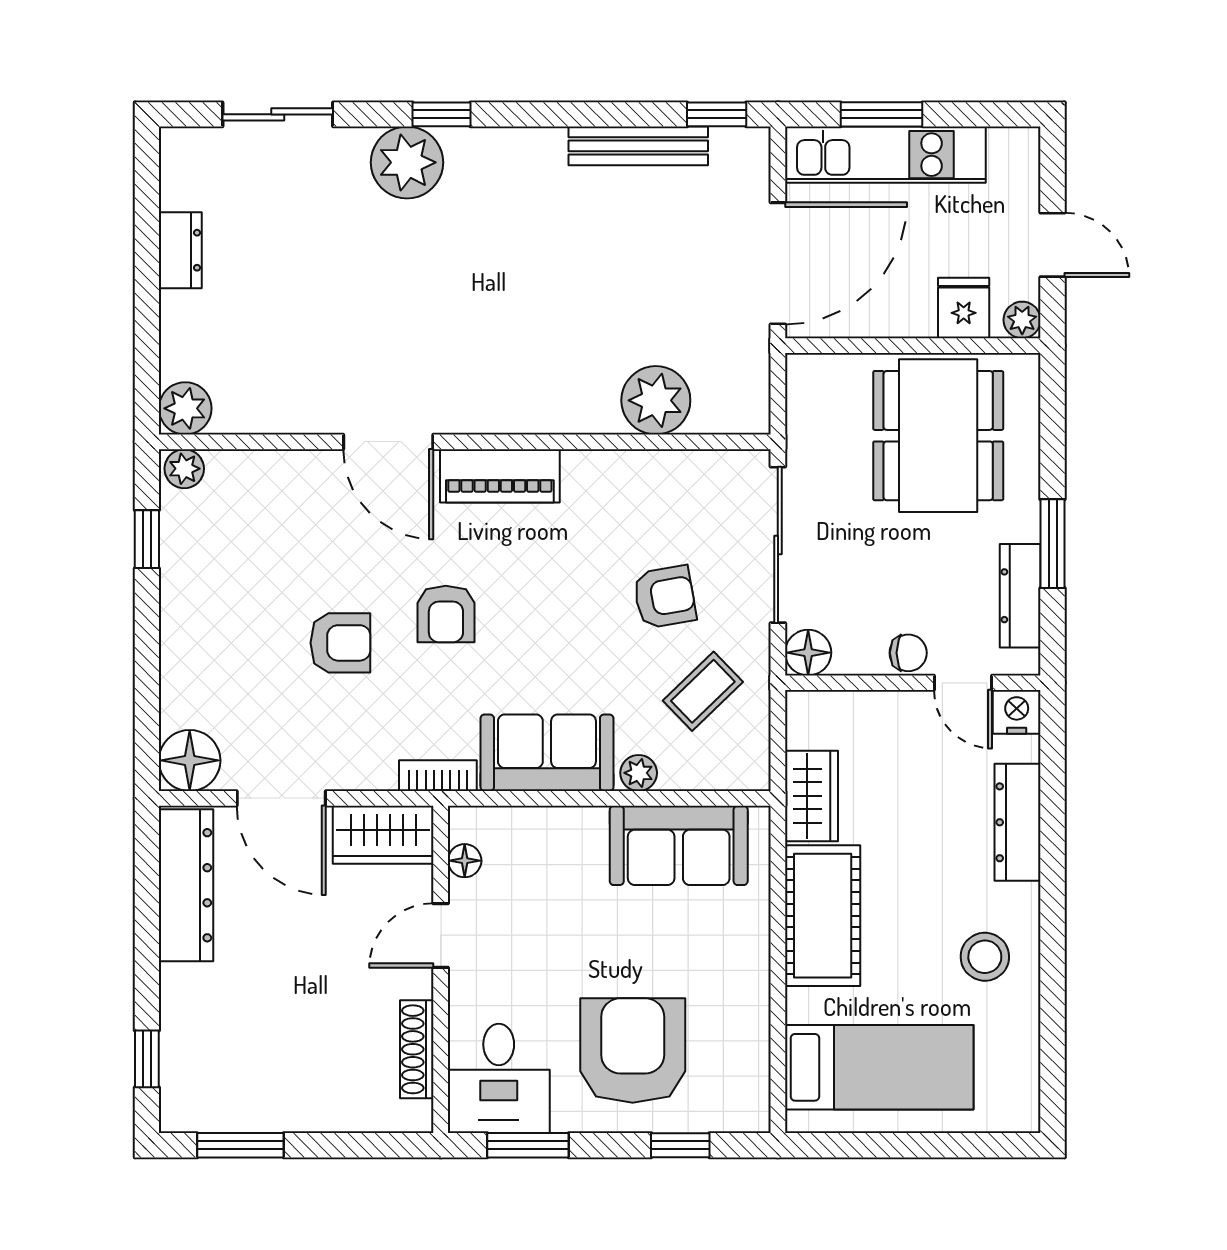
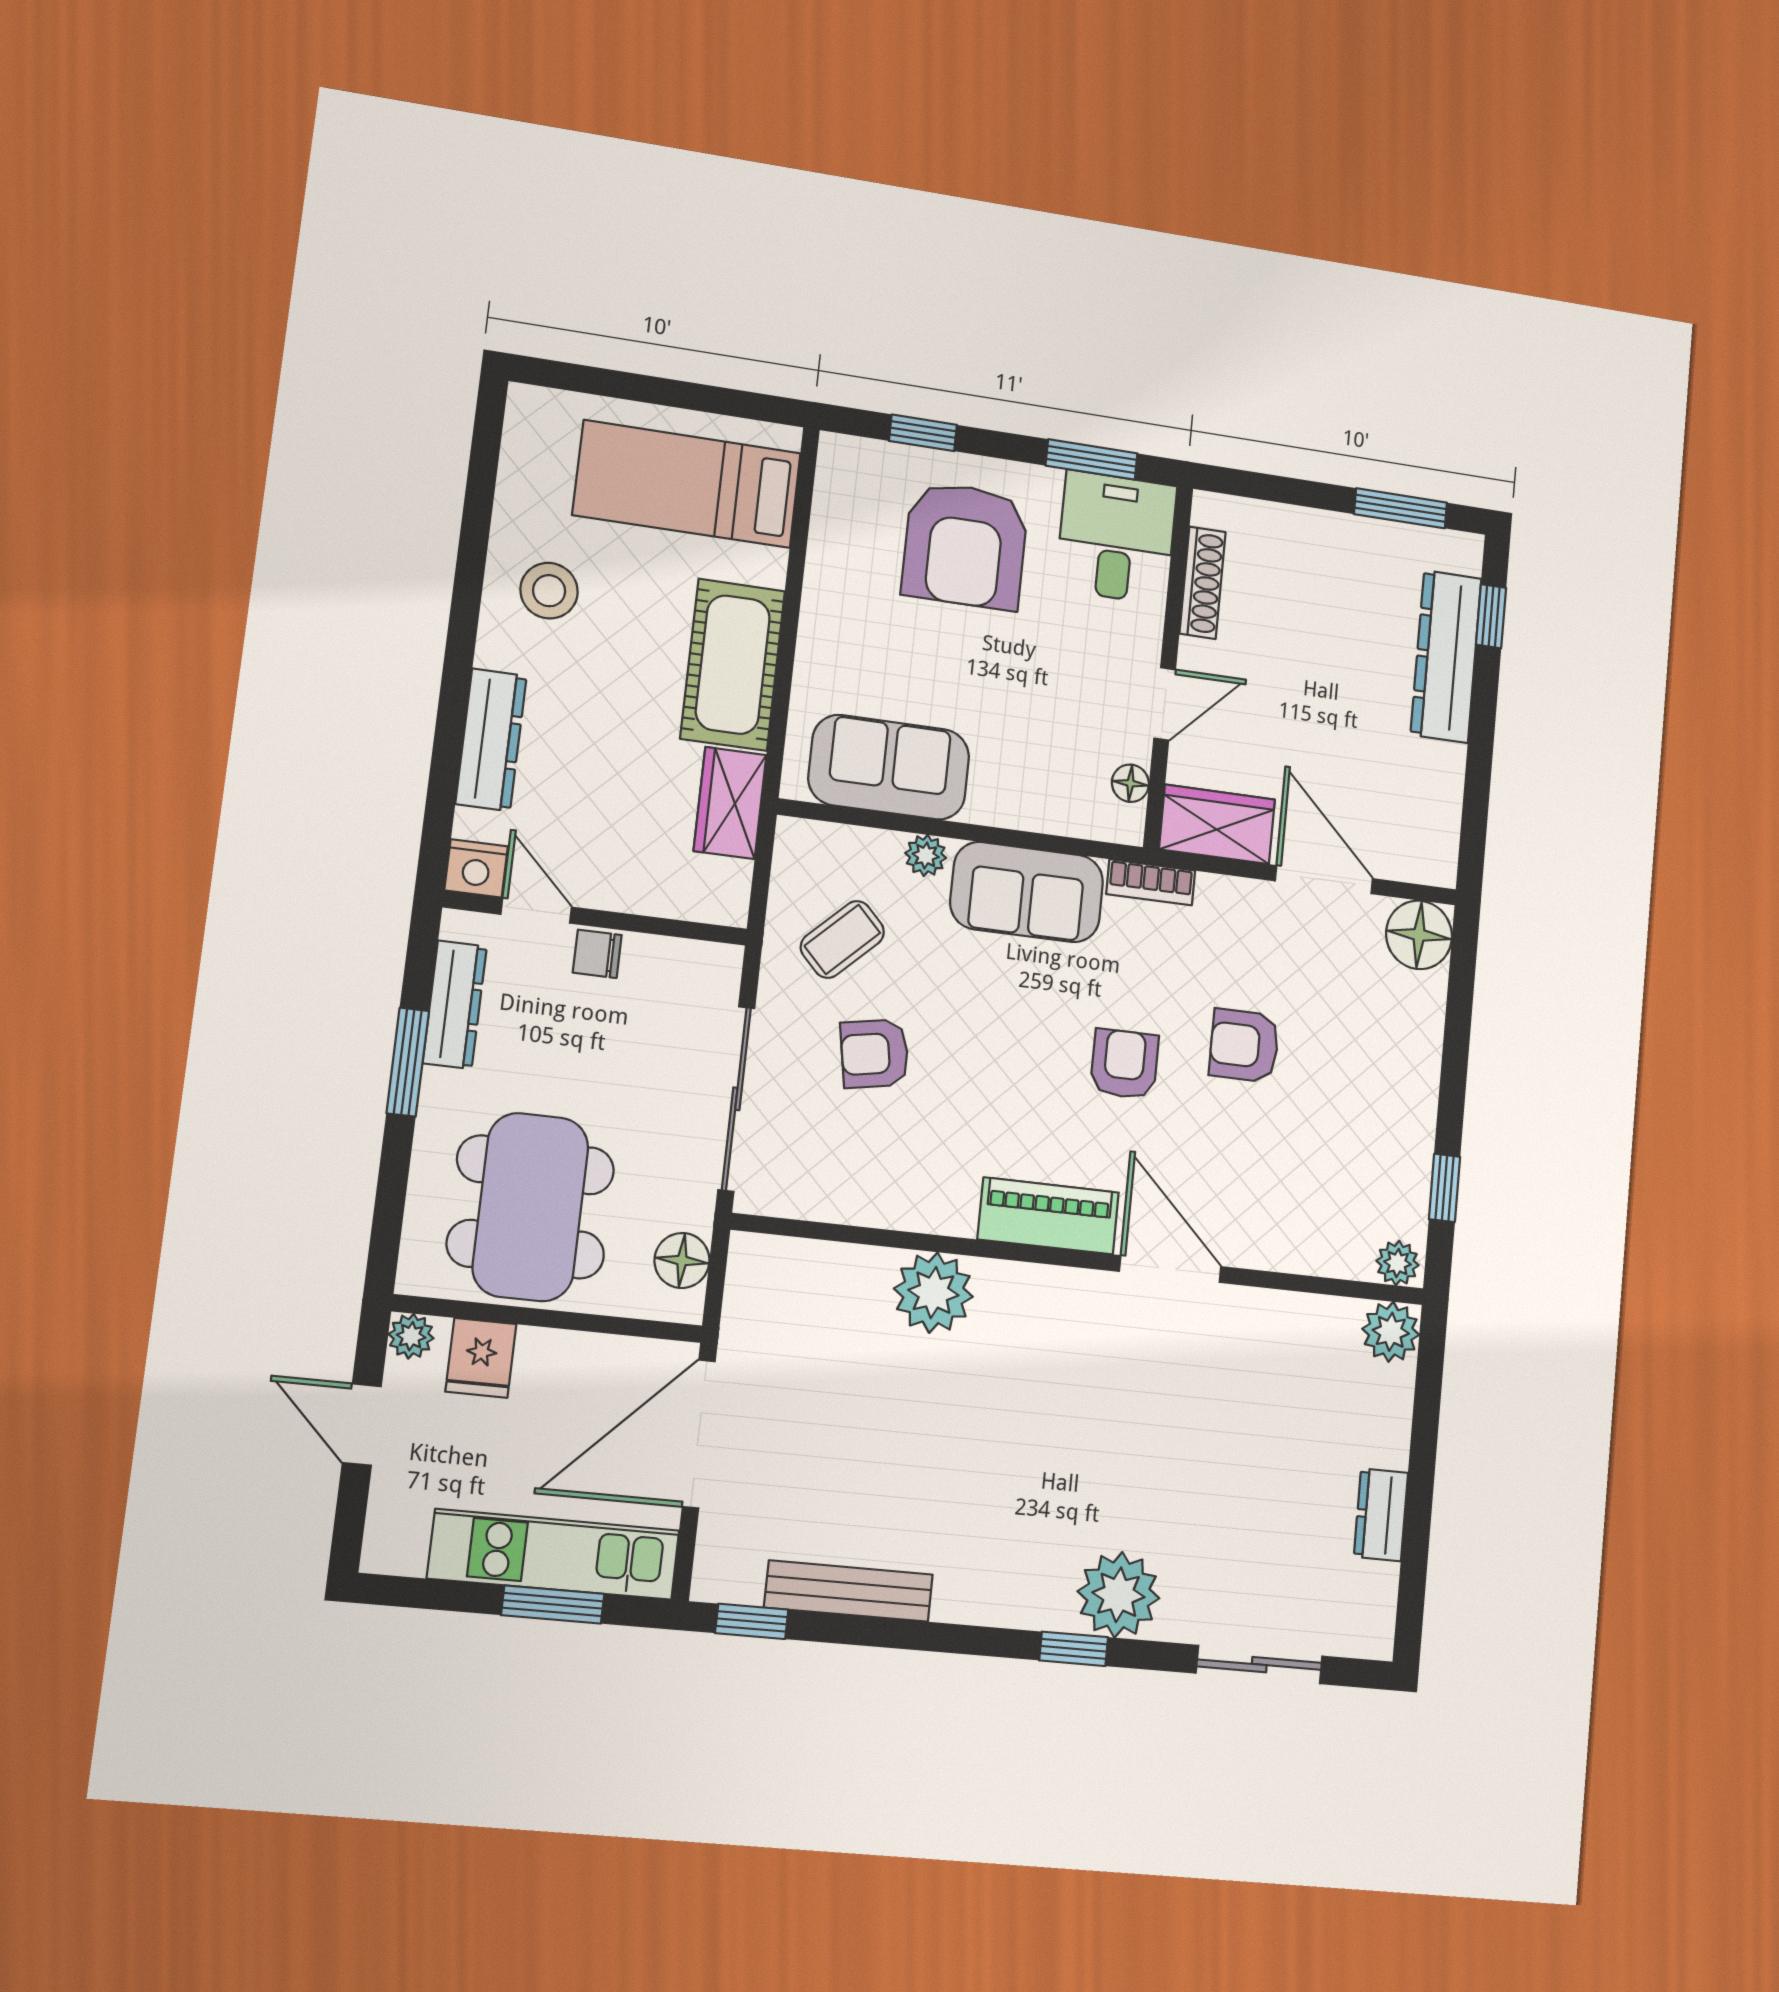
plant: (656, 400) -> (933, 1293), moved
floor lamp: (808, 653) -> (682, 1261), moved
dresser: (186, 885) -> (1446, 656), moved

